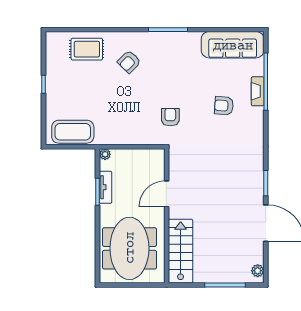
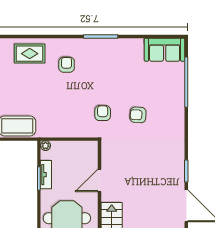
sofa: (233, 45) -> (165, 50), width x0.73
armchair: (129, 62) -> (67, 65), turned 135
fireplace: (258, 91) -> (179, 90), removed
armchair: (224, 106) -> (138, 115), moved

